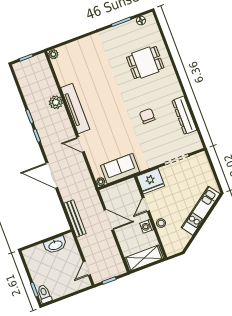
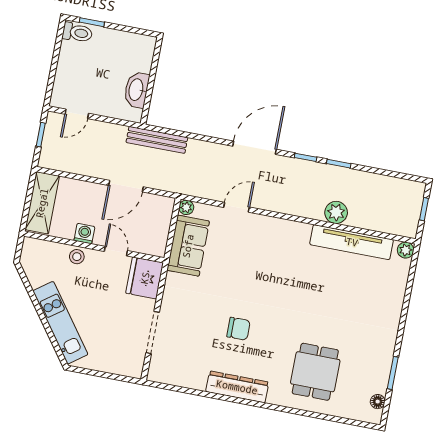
tv unit: (75, 109) -> (352, 242), moved
dresser: (184, 115) -> (237, 387), moved
door: (80, 145) -> (237, 207), moved
door: (52, 175) -> (255, 148), moved
door: (87, 268) -> (77, 114), swing flipped

